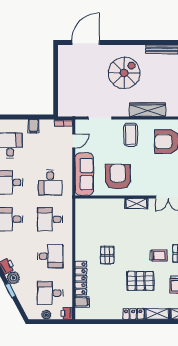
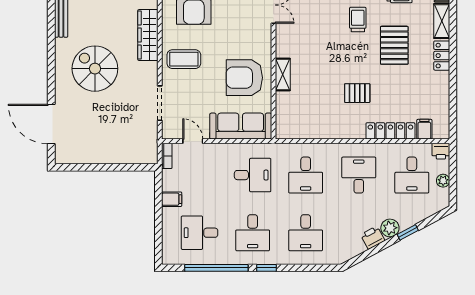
shelving: (136, 203) -> (283, 74), moved

